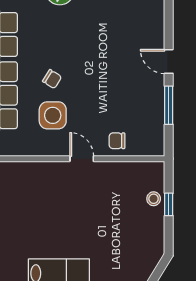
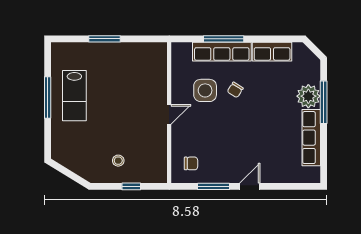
chair: (117, 141) -> (191, 163), moved, turned 90
stool: (154, 199) -> (118, 161), moved

